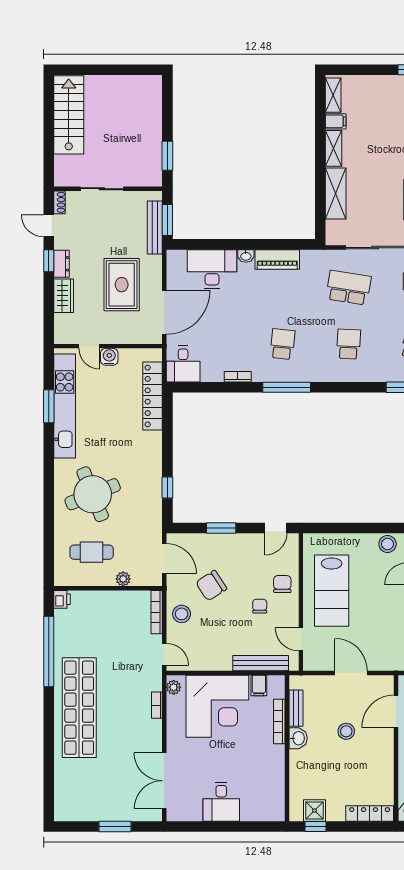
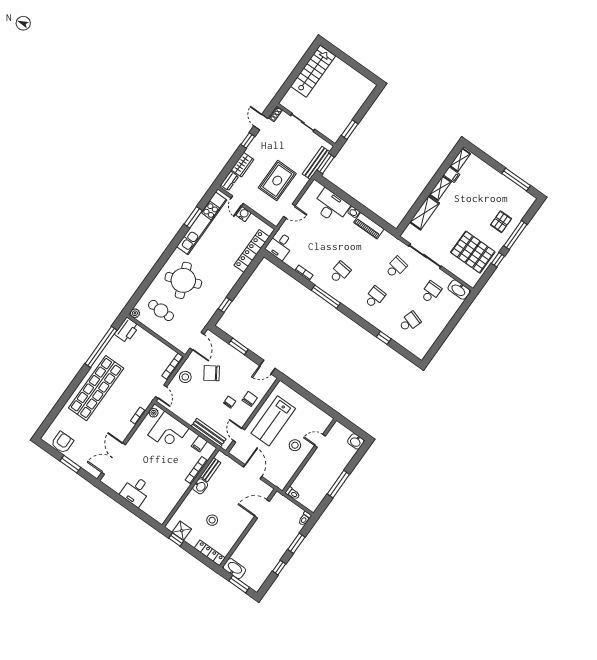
dresser: (62, 264) -> (229, 181), moved
school desk: (349, 288) -> (396, 267), width x0.54
door: (164, 312) -> (289, 211), width x0.53
stool: (388, 544) -> (295, 445), moved
plant: (123, 579) -> (135, 313), moved
printer: (62, 599) -> (127, 330), width x1.87, depth x1.48
corner desk: (217, 706) -> (168, 432), width x0.74, depth x0.74
stool: (346, 731) -> (212, 520), moved
armchair: (85, 806) -> (62, 442), added

